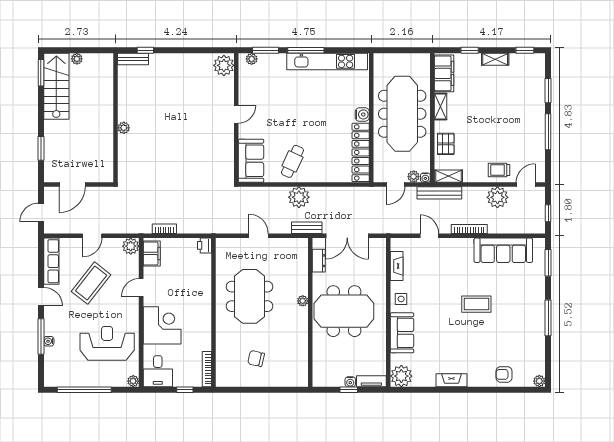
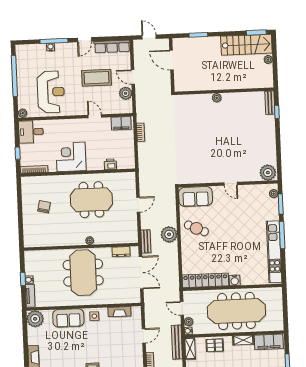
double door: (347, 236) -> (141, 273), swing flipped
printer: (204, 245) -> (110, 164), moved
plant: (131, 246) -> (126, 93), moved
coffee table: (91, 283) -> (97, 78), turned -38
corner desk: (162, 325) -> (71, 157), moved, turned 180

